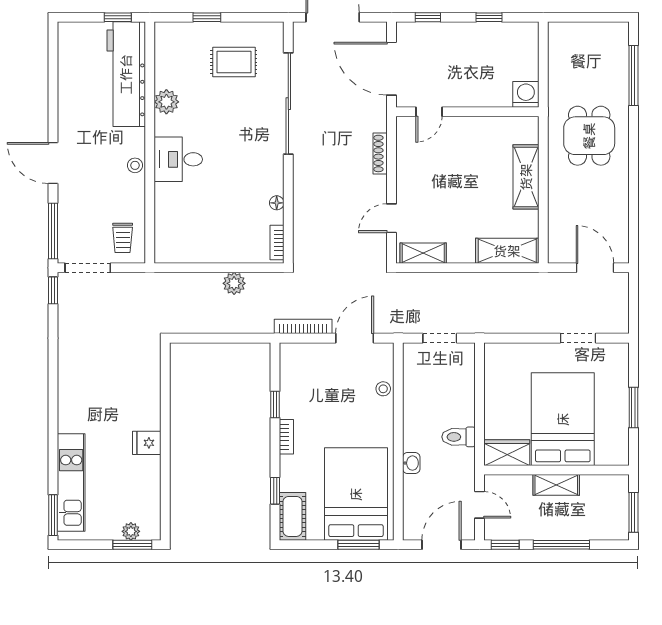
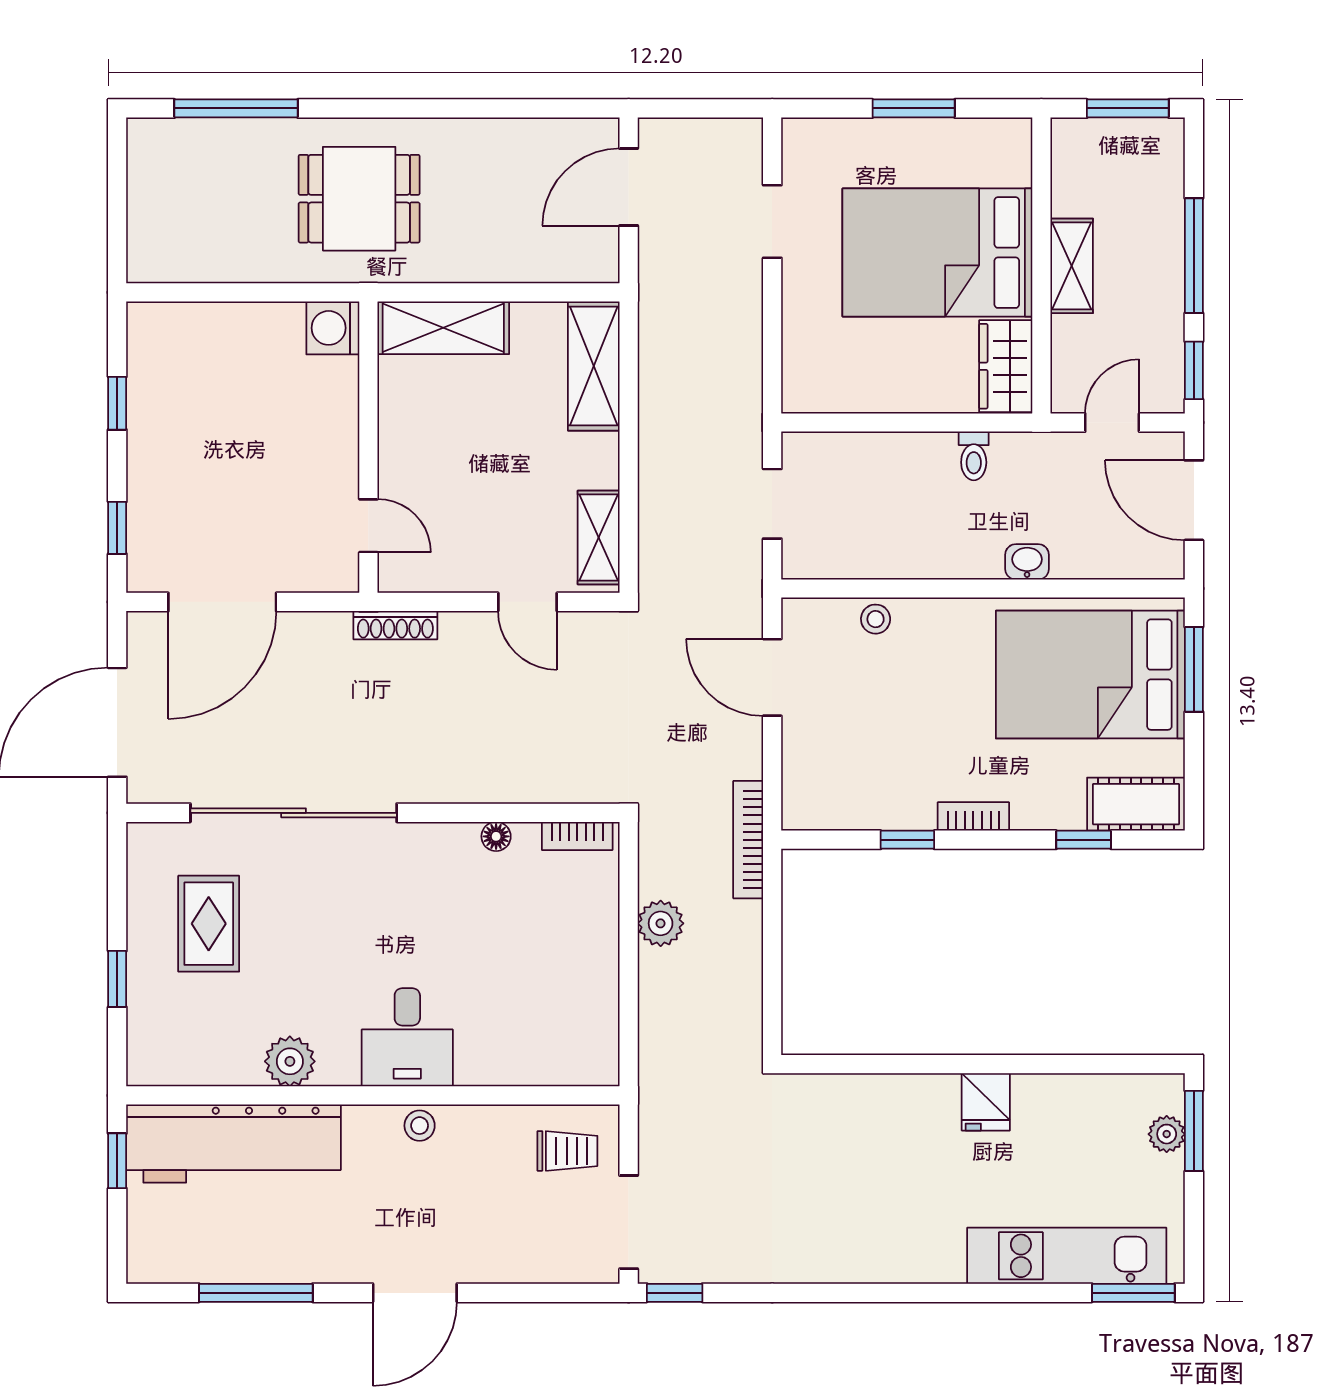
washing machine: (526, 94) -> (333, 328), moved
door: (429, 112) -> (368, 526), moved
wall: (467, 112) -> (368, 447), moved
window: (53, 231) -> (256, 1293), moved
bookcase: (303, 326) -> (748, 840), moved
toilet: (459, 437) -> (974, 456), width x0.73, depth x0.72

